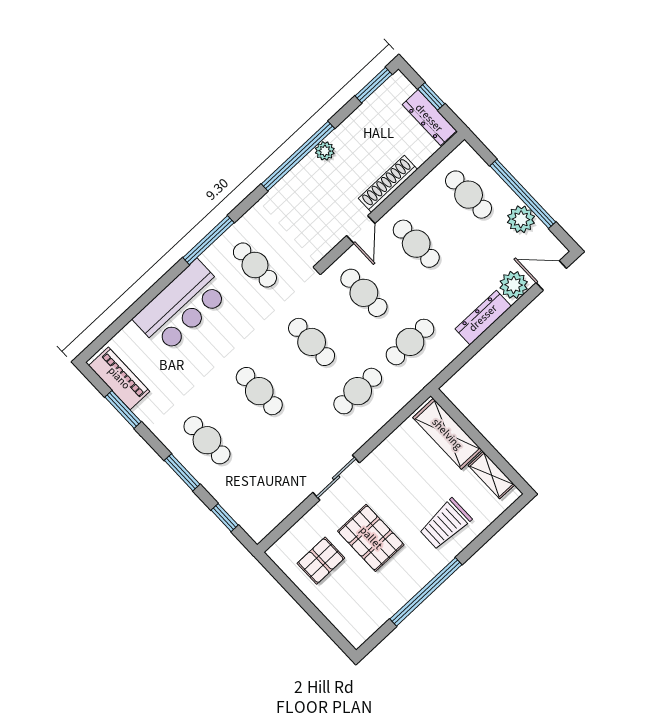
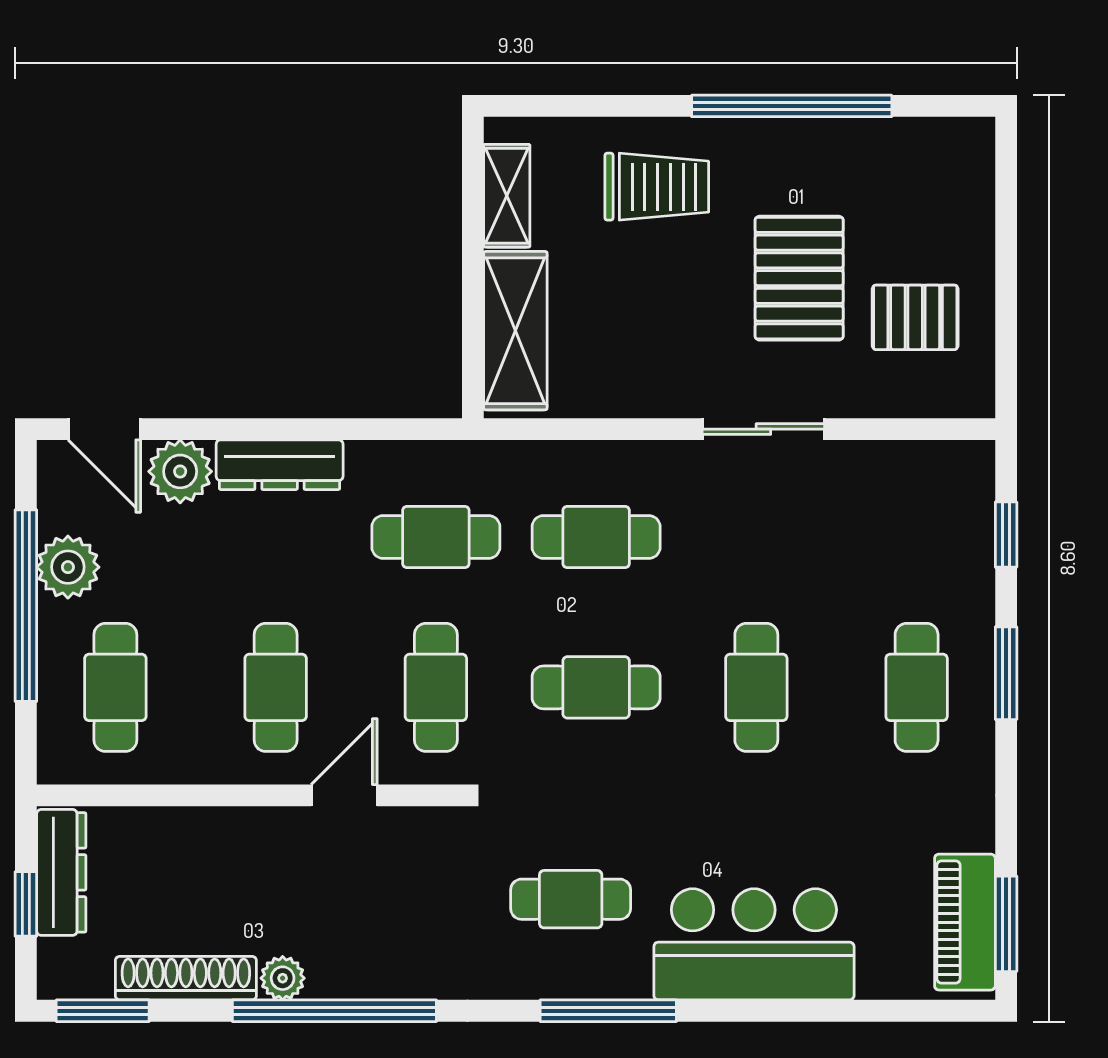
shoe rack: (388, 184) -> (186, 978), moved, turned 180
cafe table: (255, 265) -> (571, 899), turned 90
cafe table: (312, 342) -> (596, 687), turned 90
window: (123, 409) -> (1006, 924), moved

